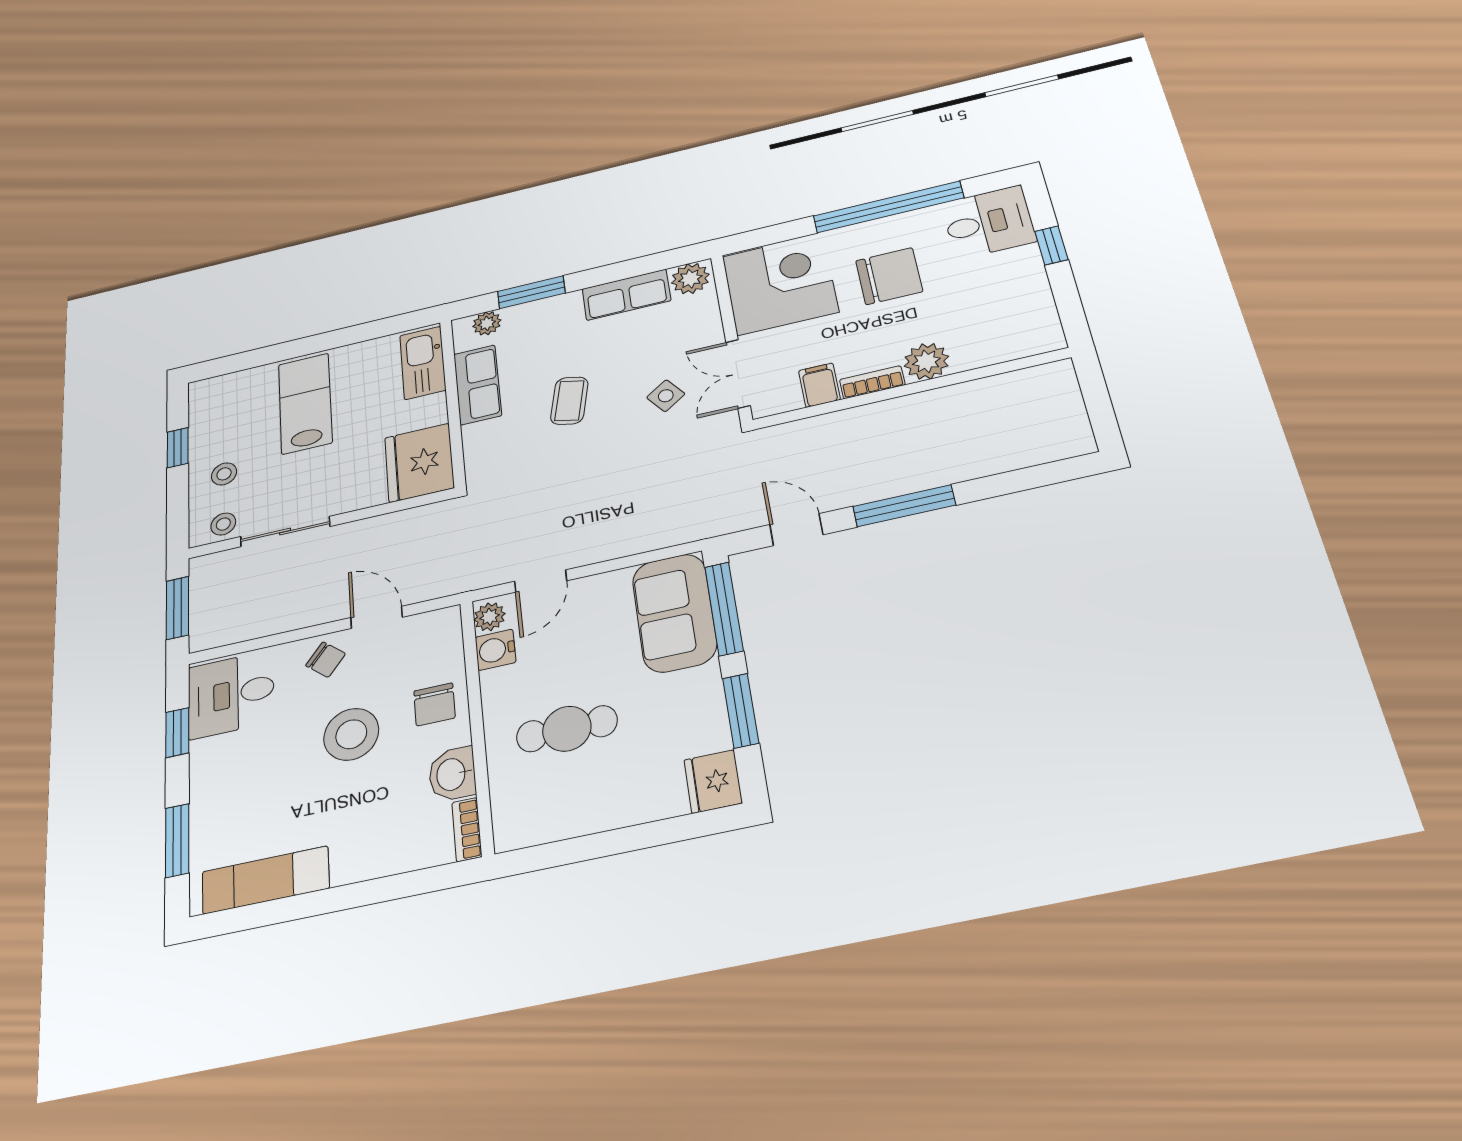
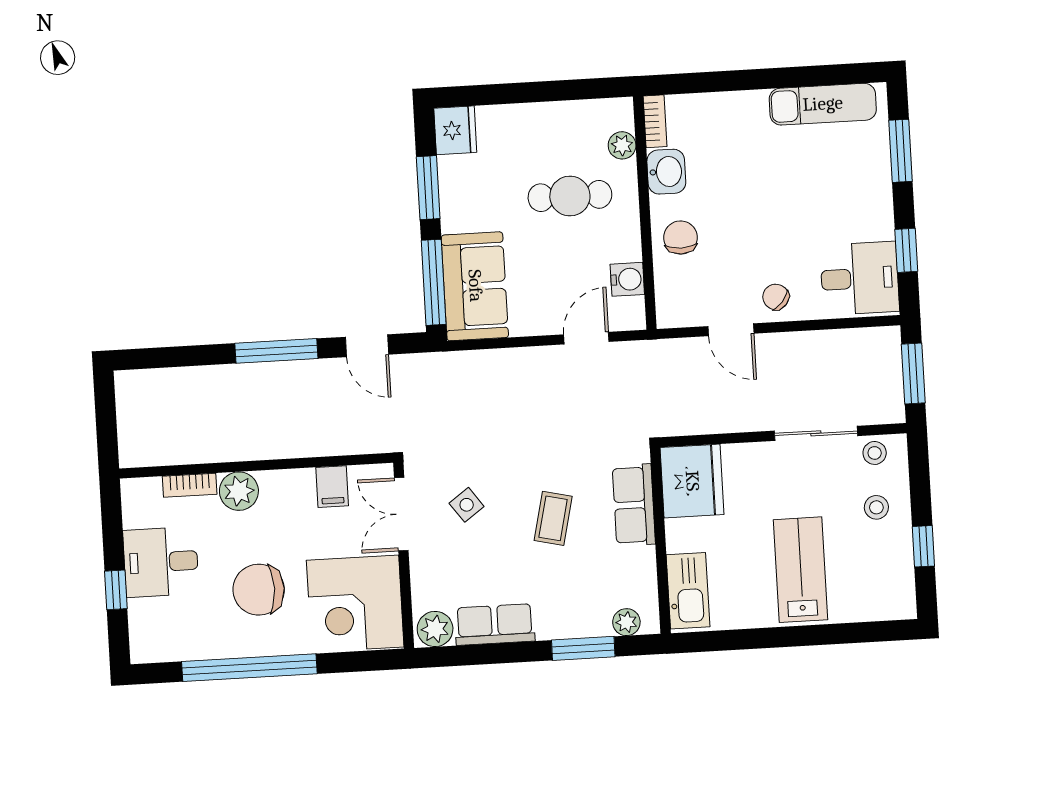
desk: (989, 222) -> (161, 562), moved
double door: (738, 374) -> (401, 514), swing flipped
bookcase: (872, 382) -> (190, 485), moved
row of seats: (478, 385) -> (634, 505), moved
lab bench: (305, 403) -> (800, 570), turned 180
plant: (489, 617) -> (622, 145), moved
stool: (351, 734) -> (752, 222), removed

